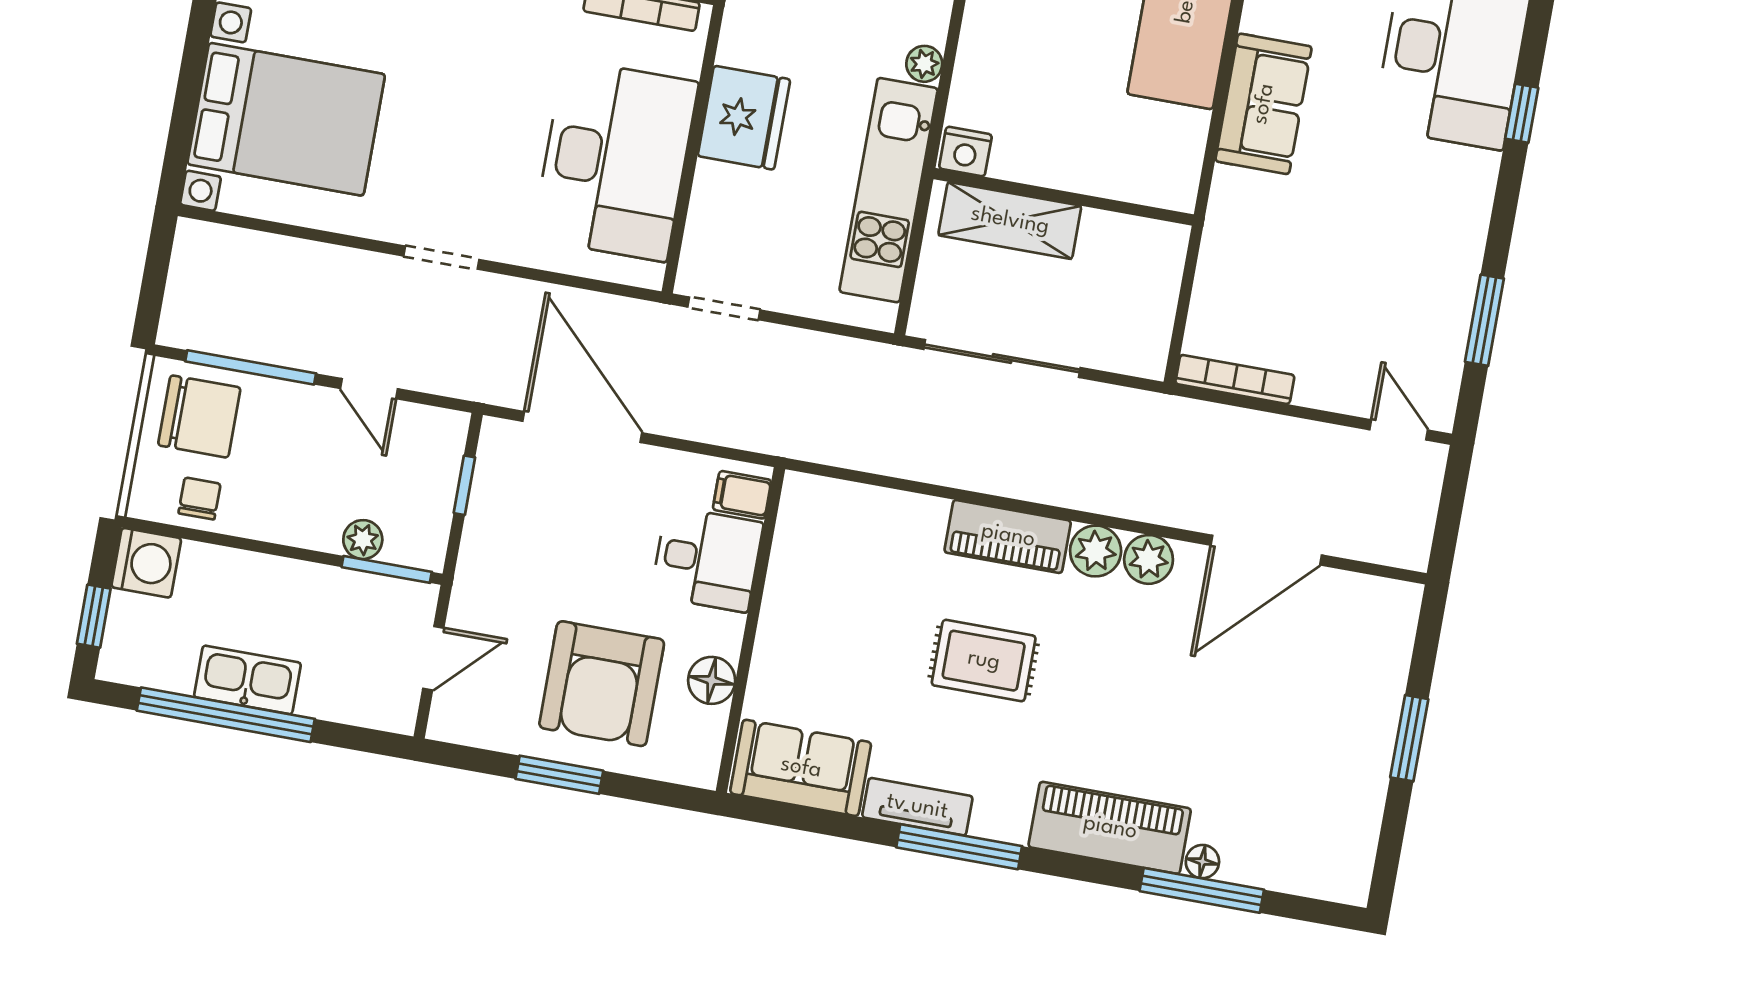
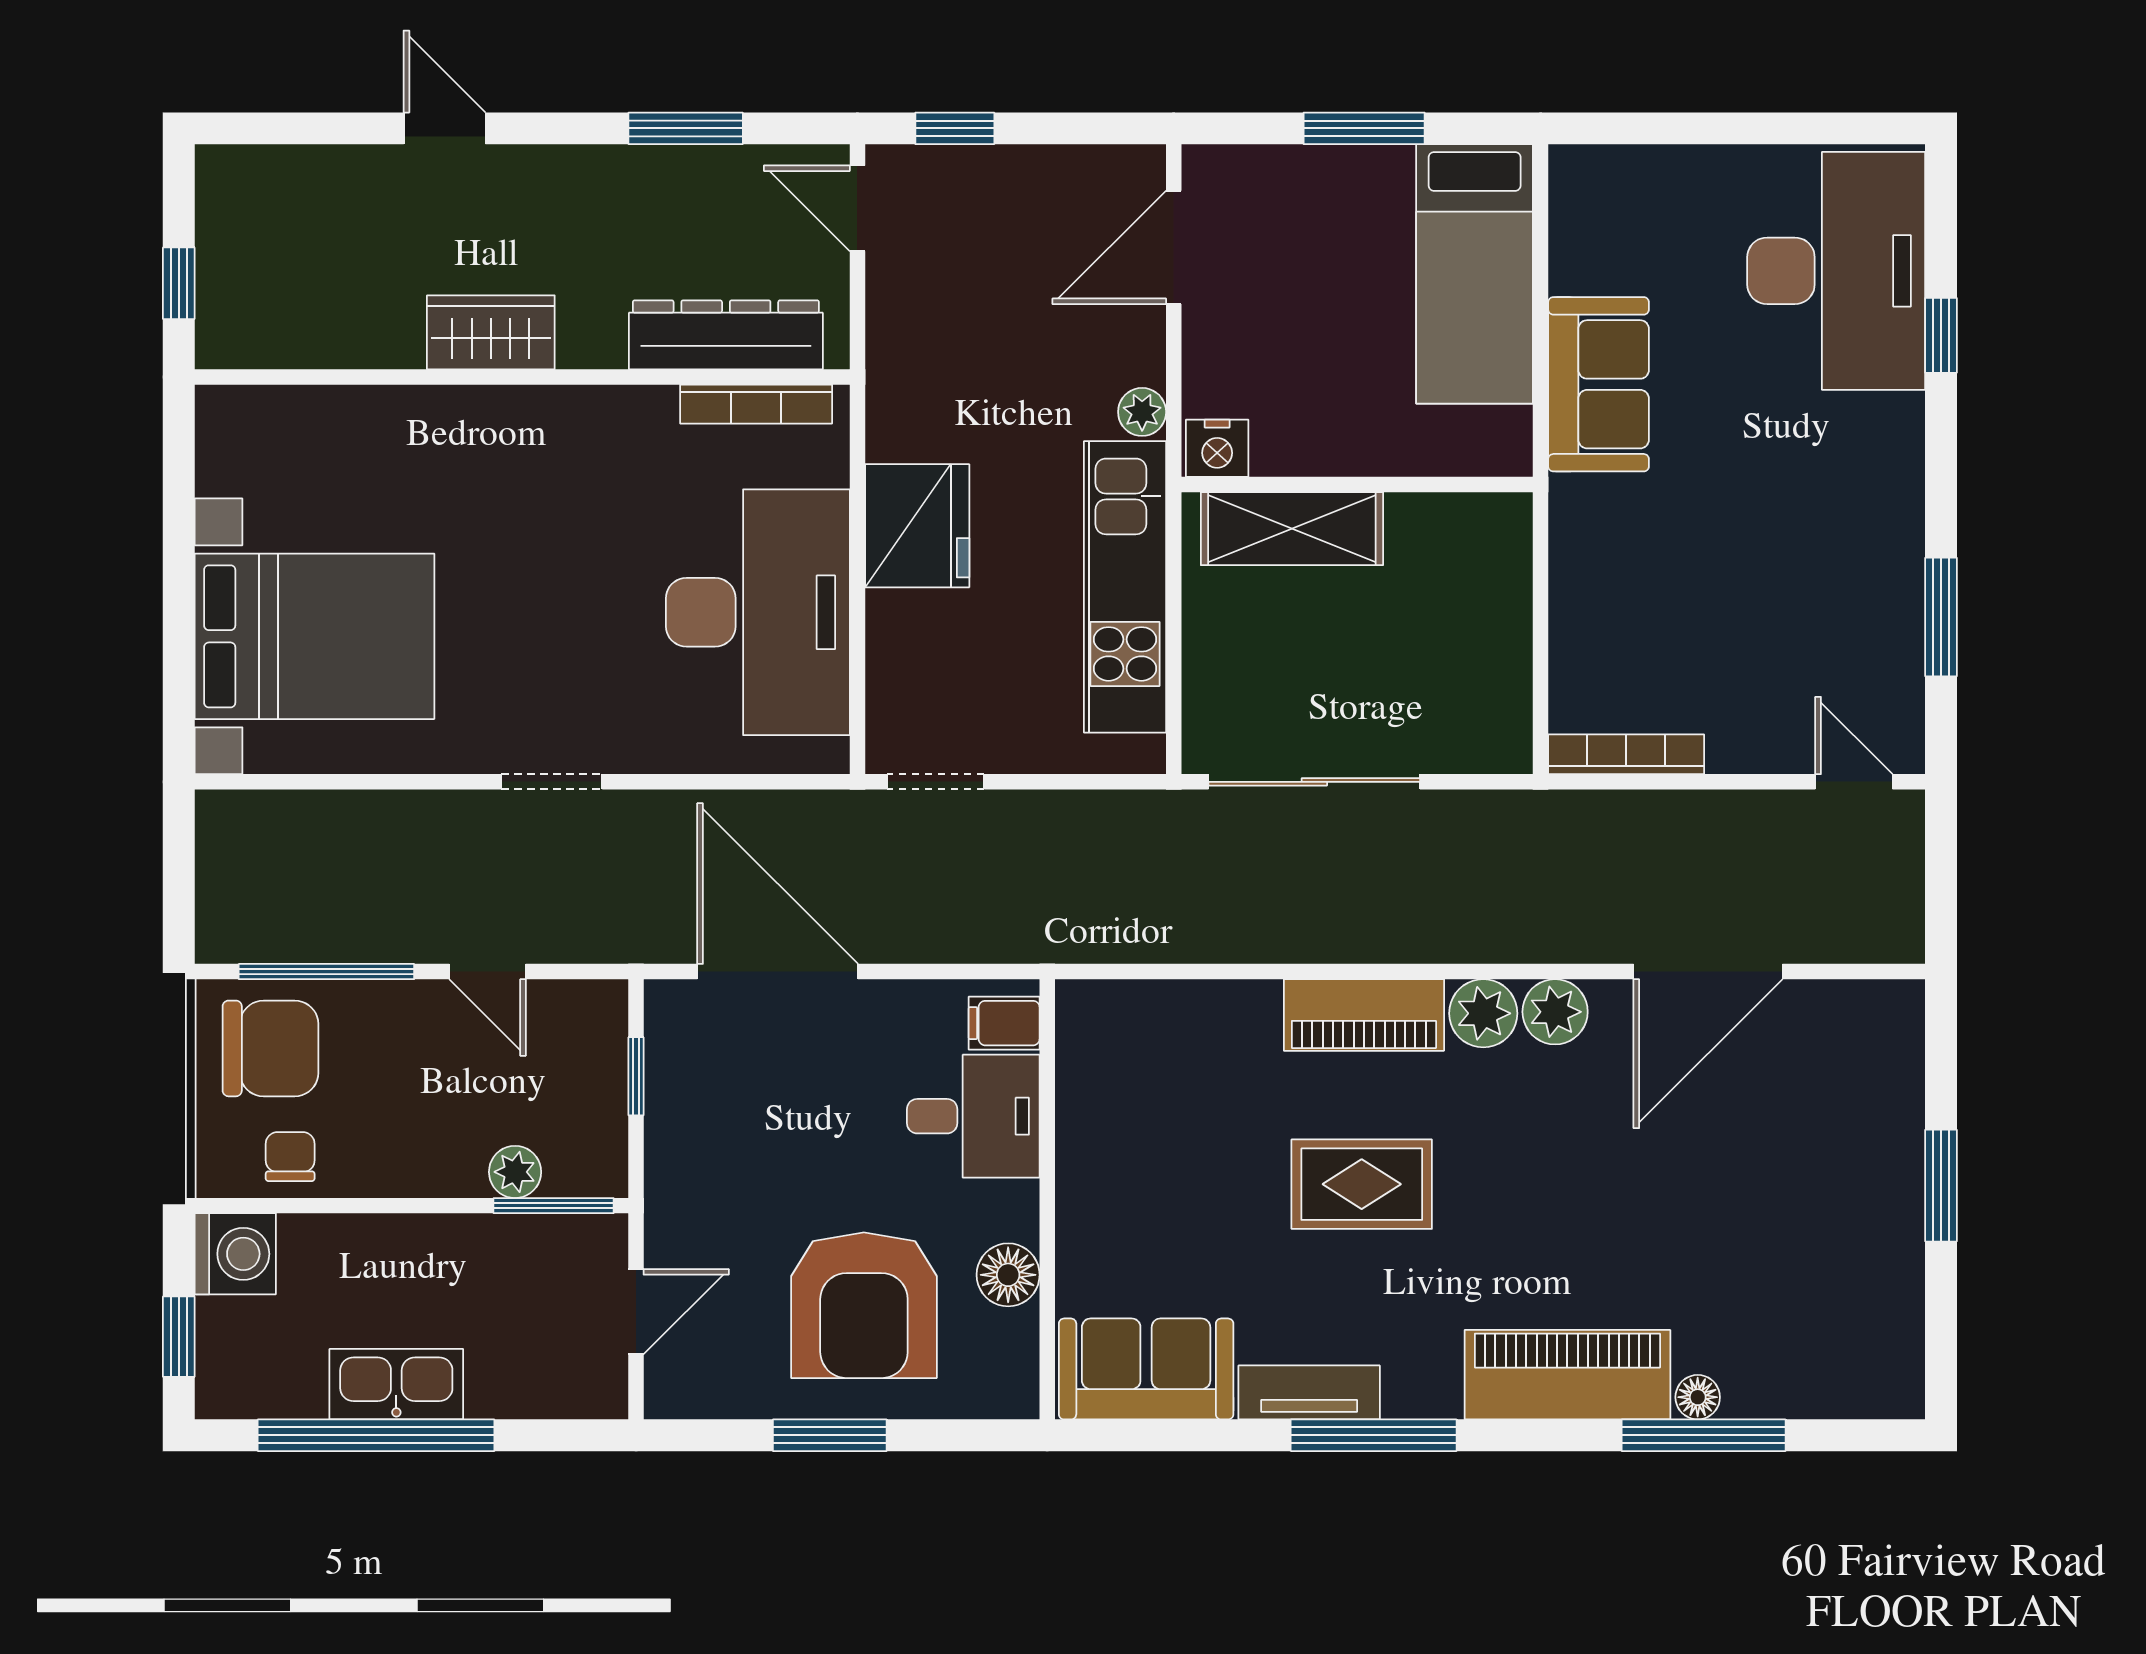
nightstand: (965, 152) -> (1217, 448), moved
wall: (1064, 197) -> (1357, 485), moved
shelving: (1010, 221) -> (1292, 529), moved

